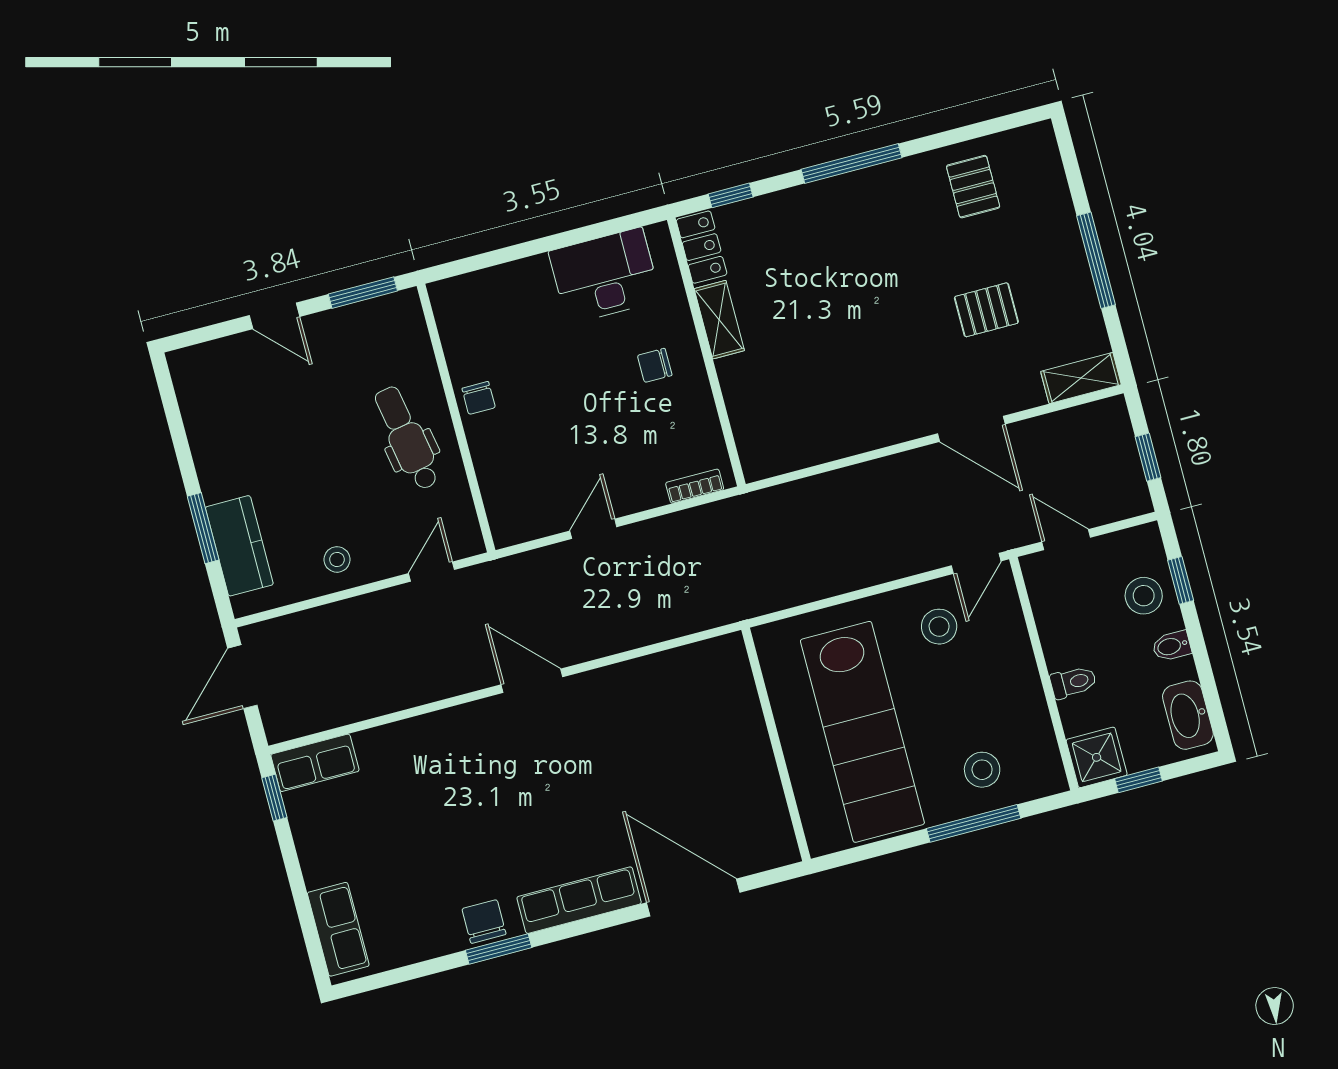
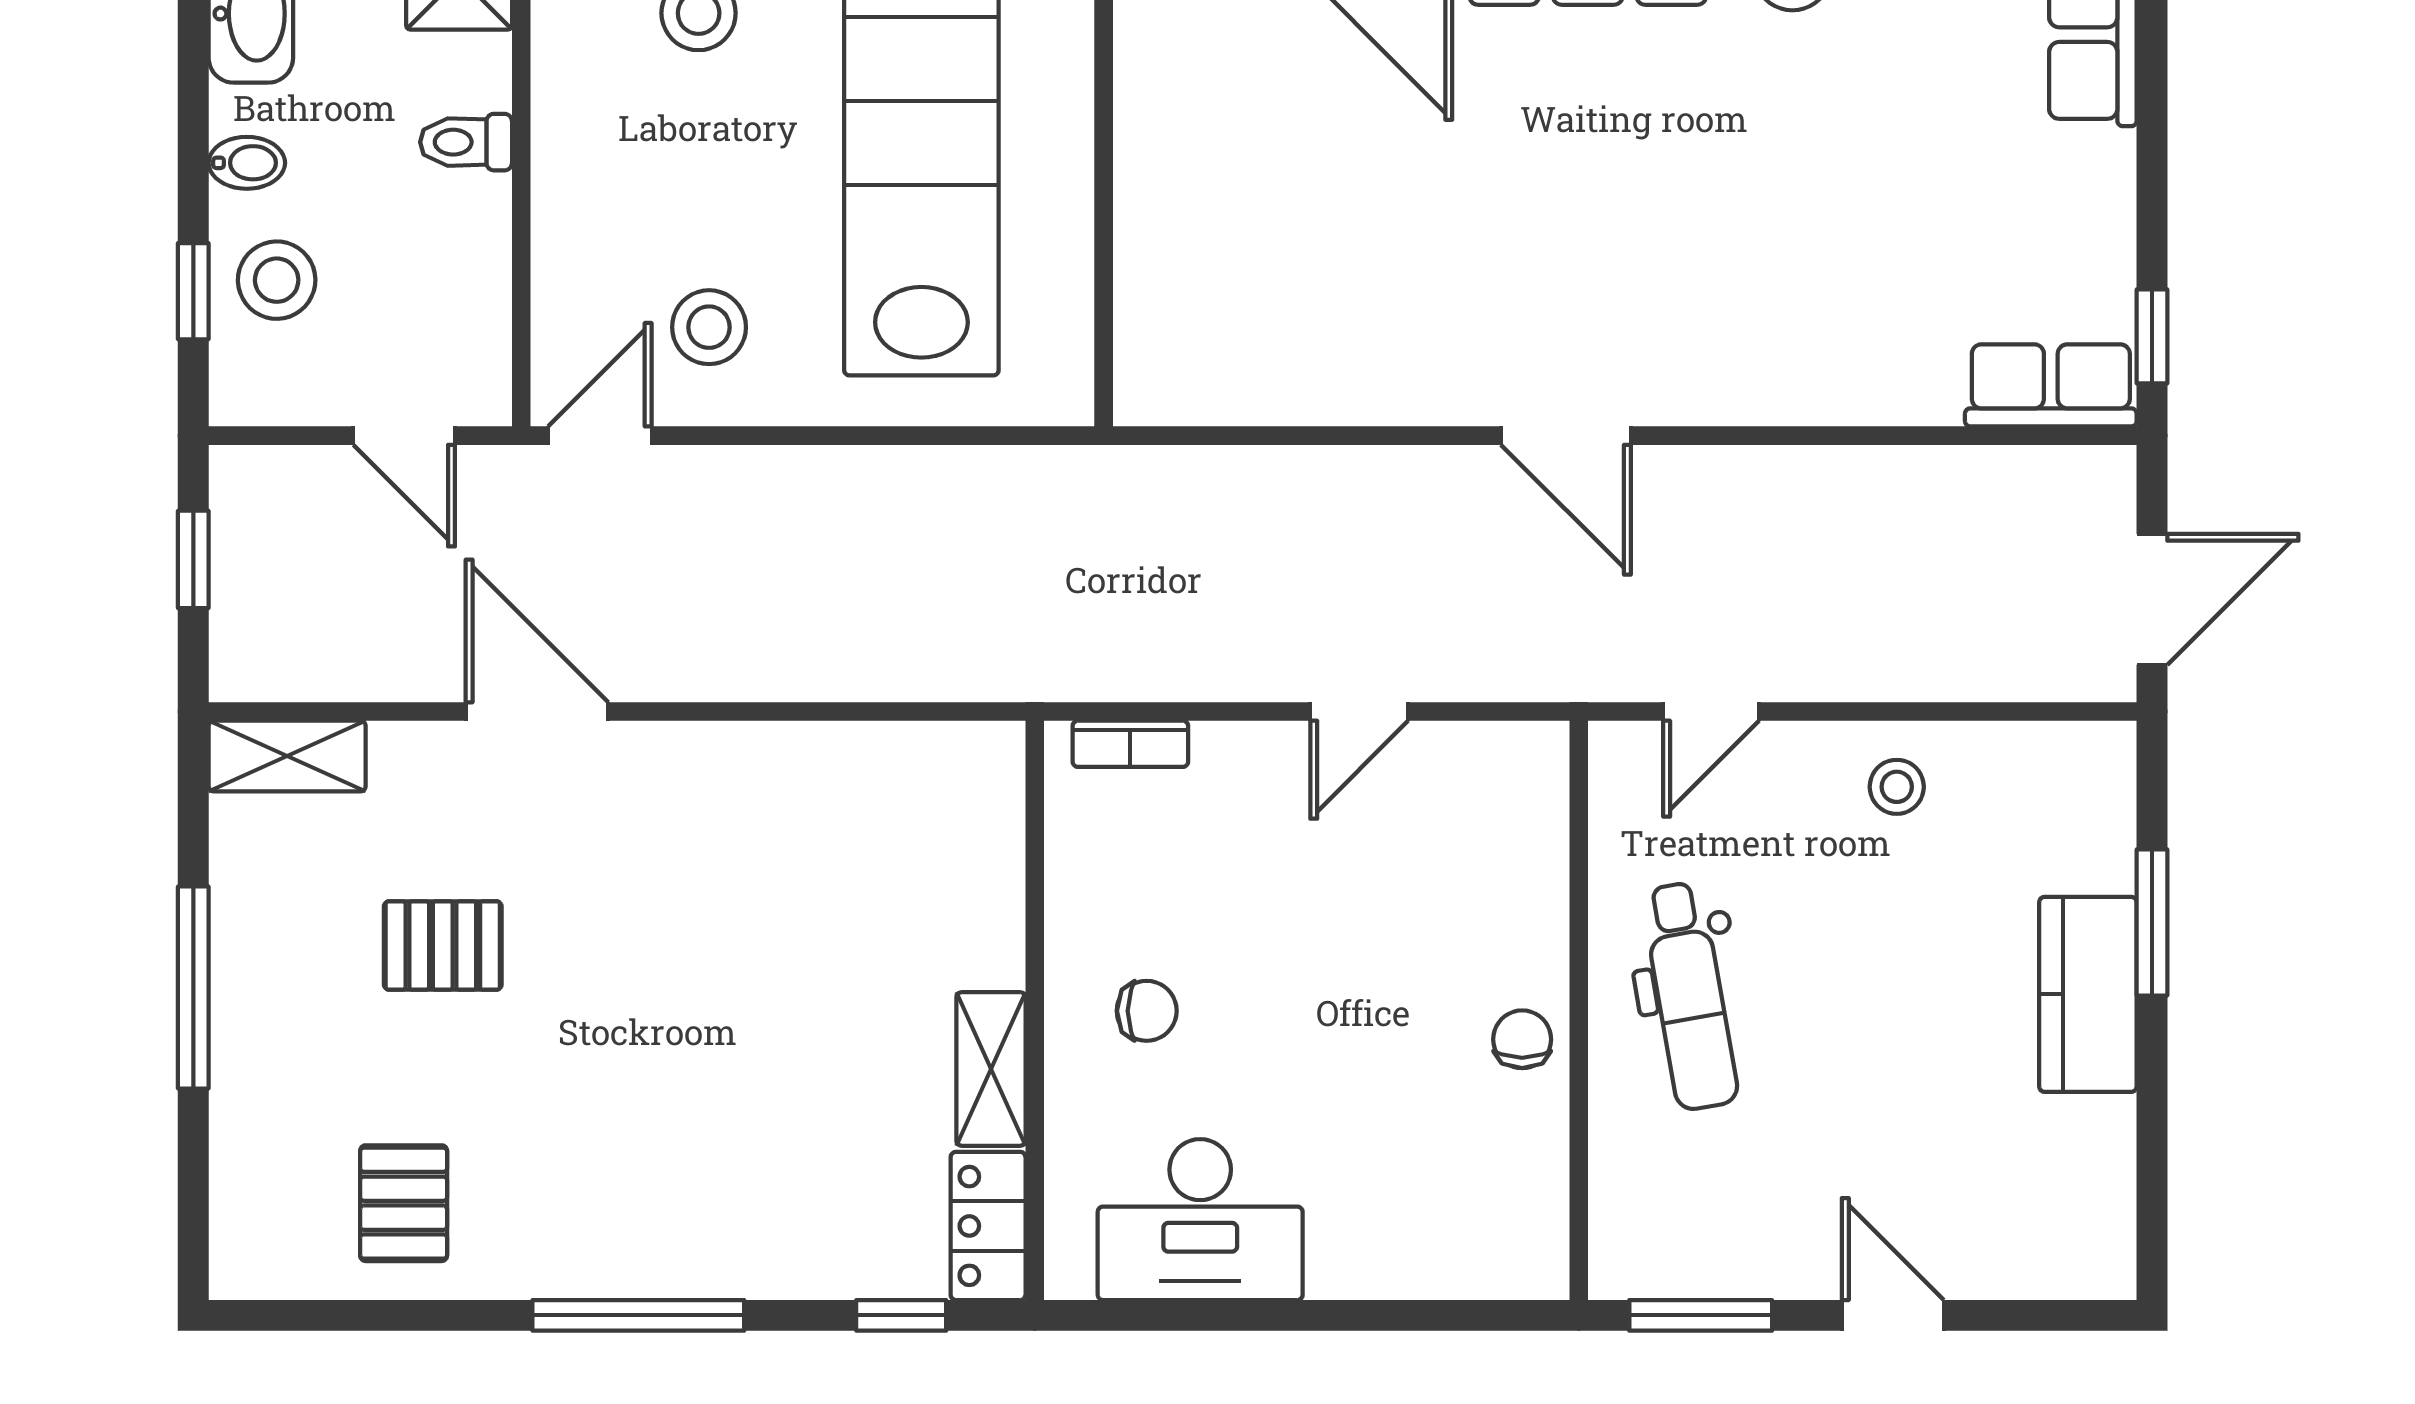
kitchen counter: (239, 546) -> (2088, 994), moved

